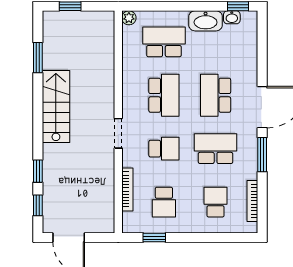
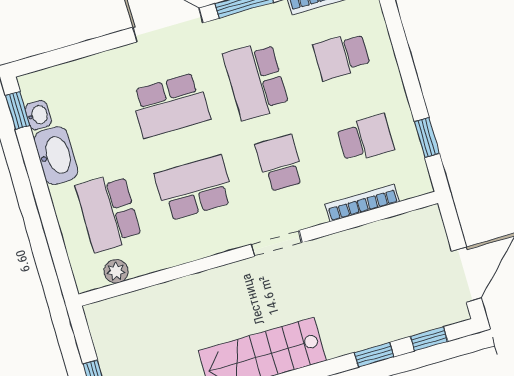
plant: (129, 18) -> (116, 271), moved

